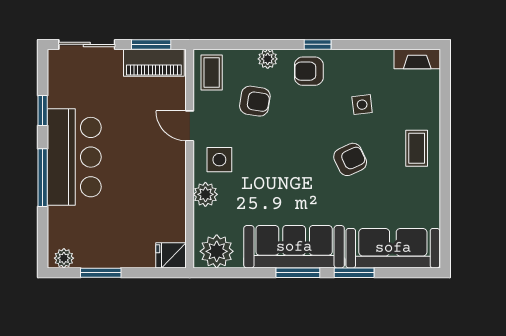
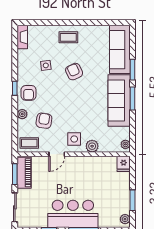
plant: (217, 251) -> (125, 144), width x0.53, depth x0.53

